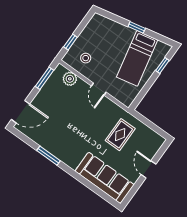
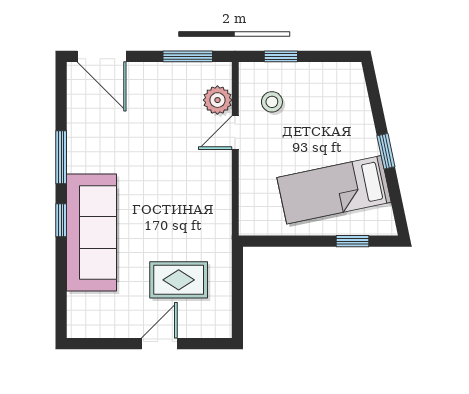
door: (99, 89) -> (235, 133), moved
rug: (120, 135) -> (179, 280), moved
window: (73, 173) -> (61, 220), added
sofa: (105, 178) -> (92, 232), moved

